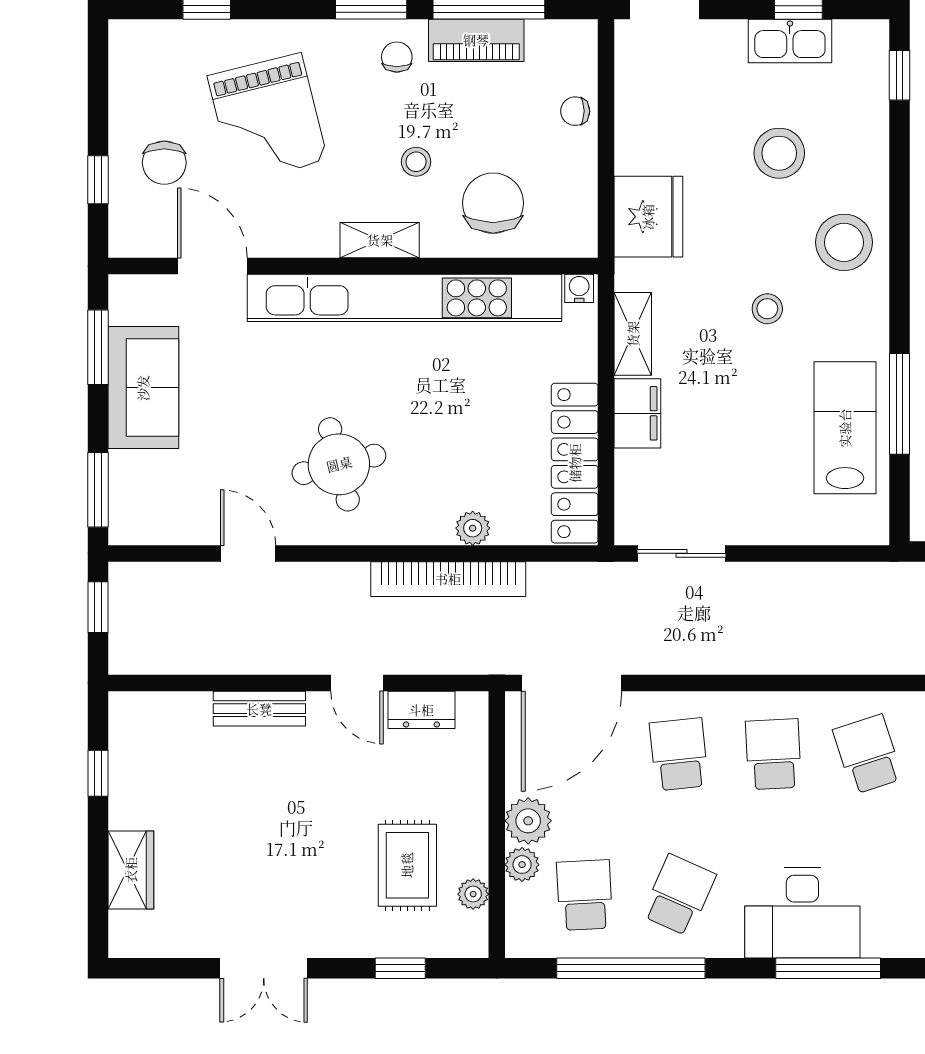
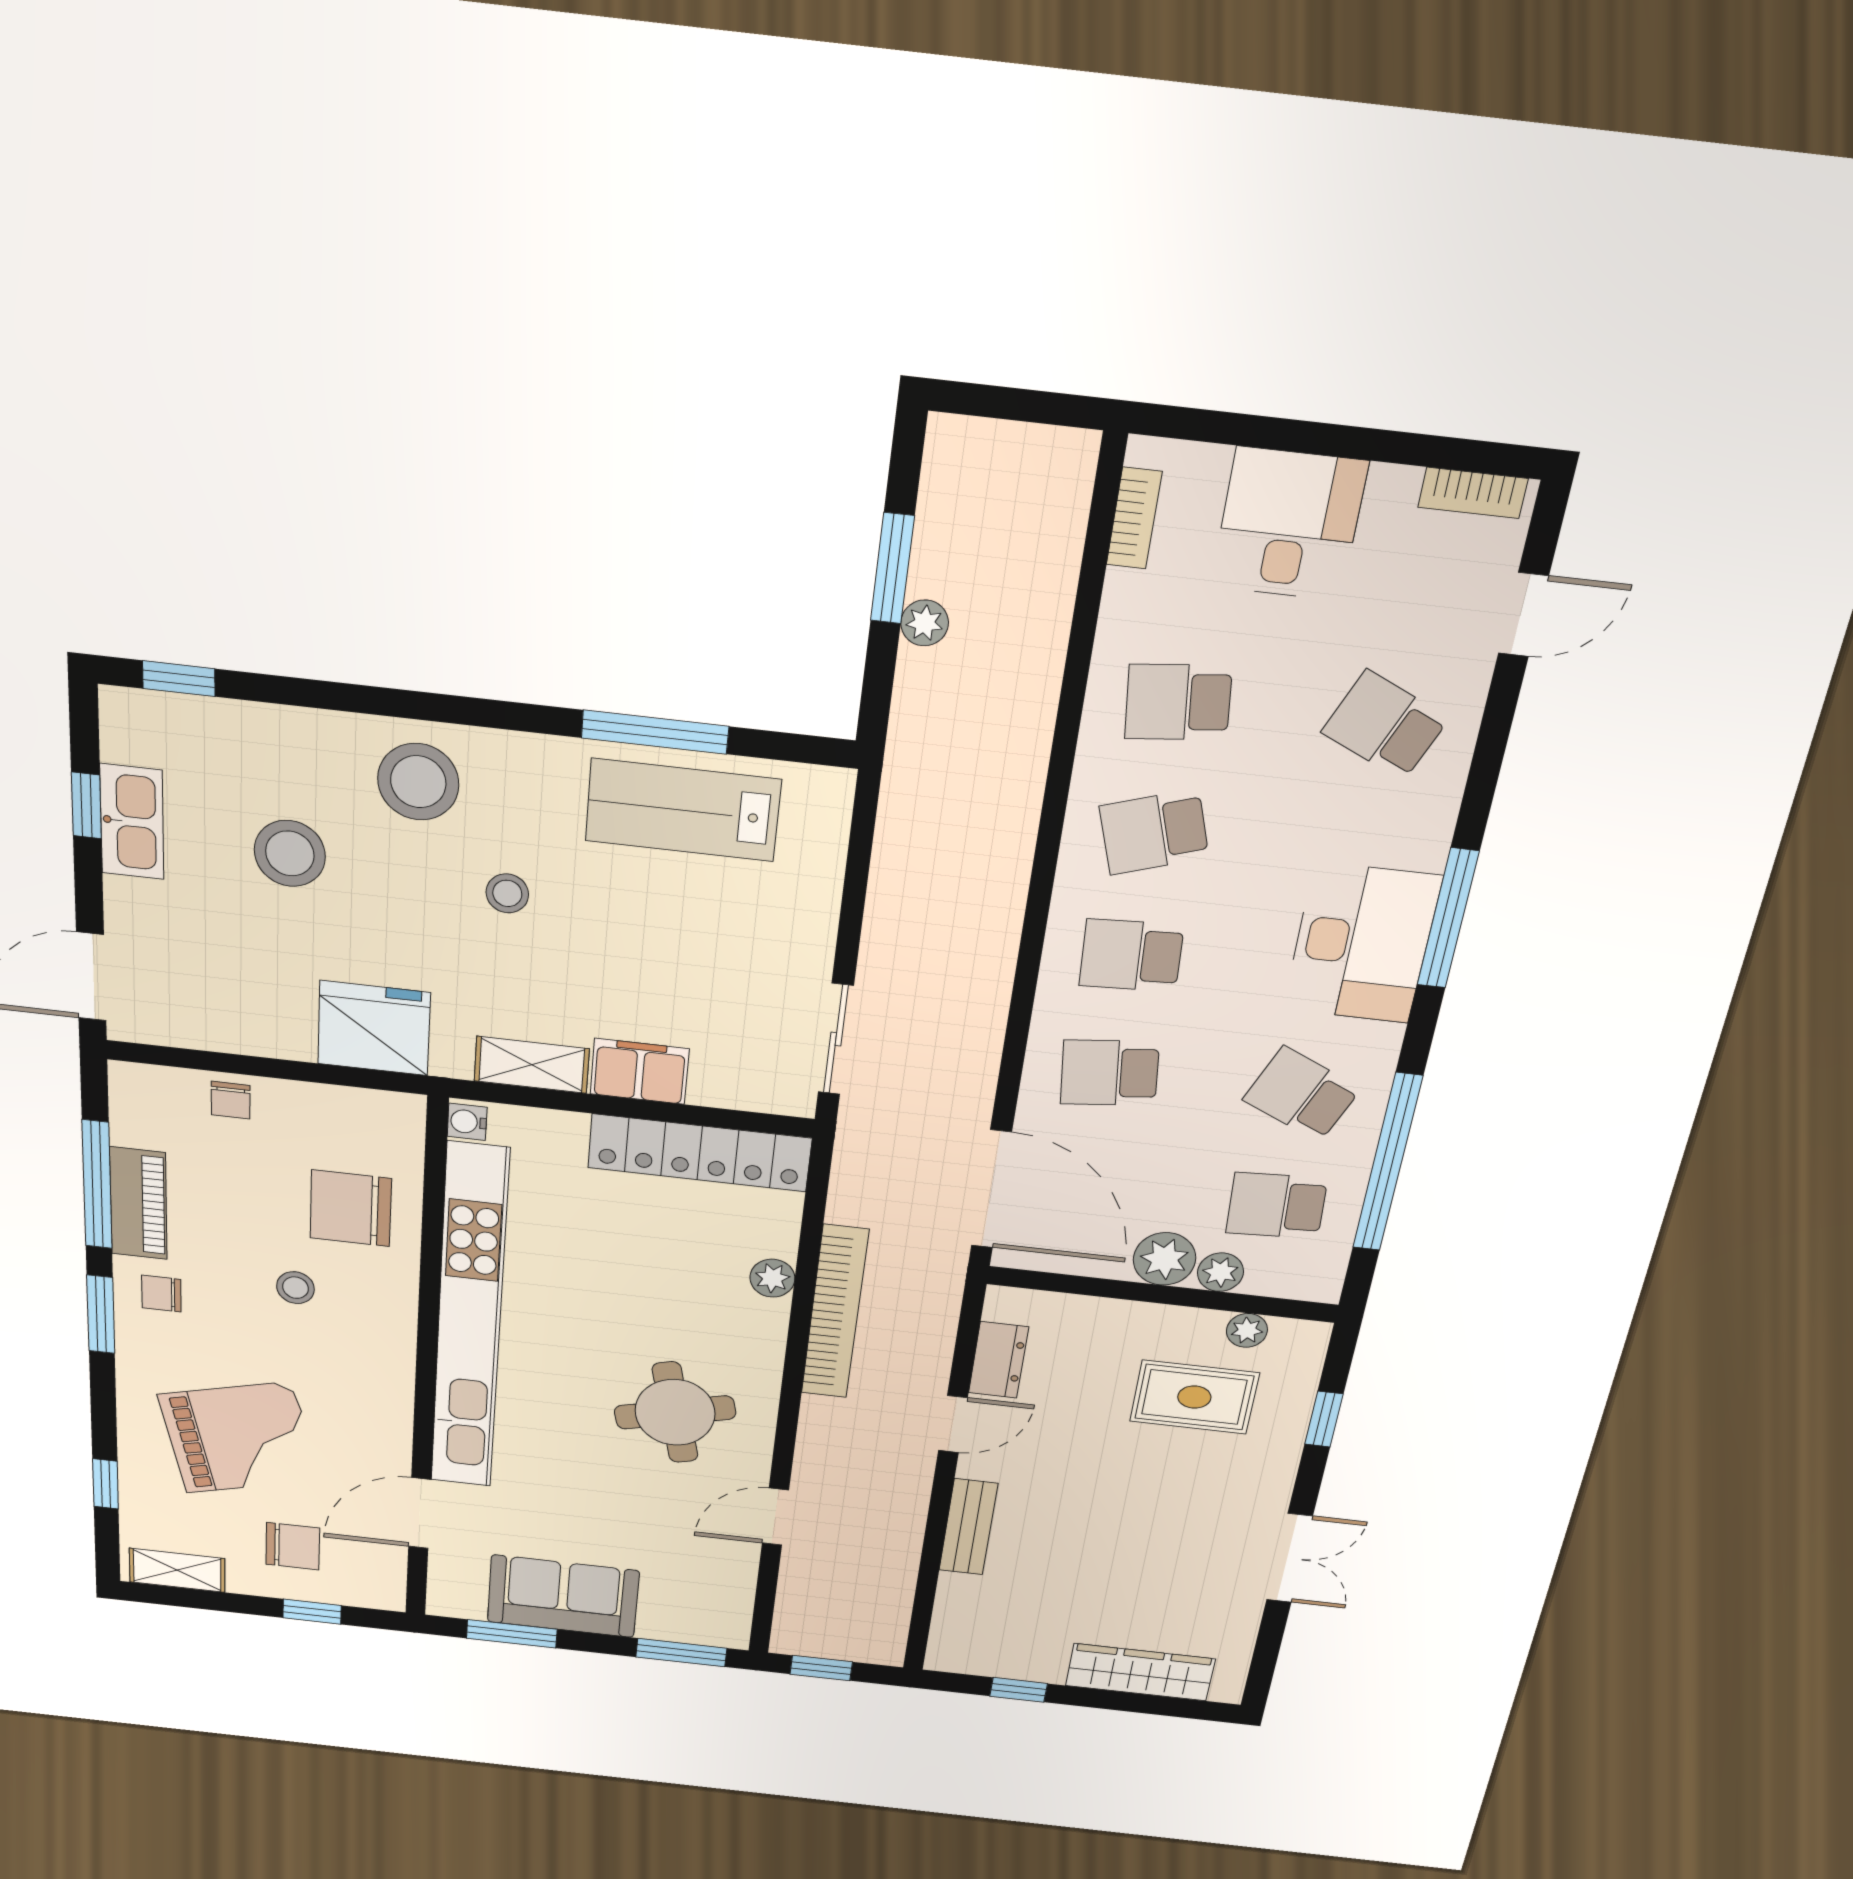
shelving: (380, 240) -> (177, 1570), moved, turned 90
wardrobe: (131, 870) -> (1140, 1672), width x1.50

